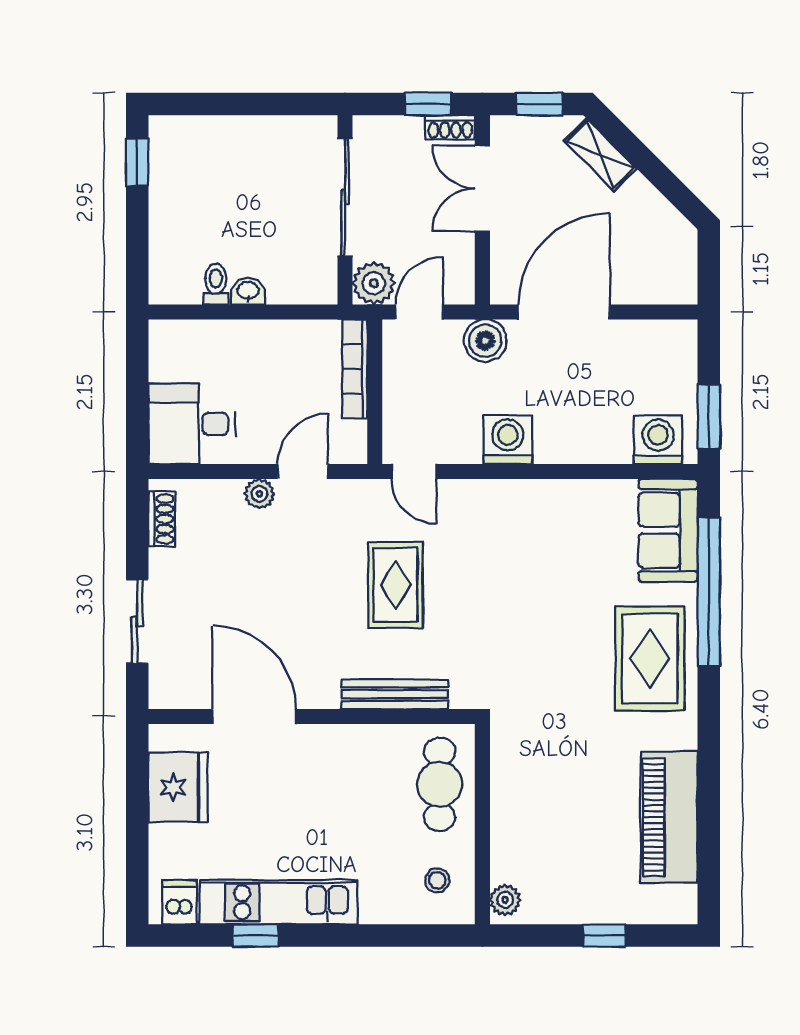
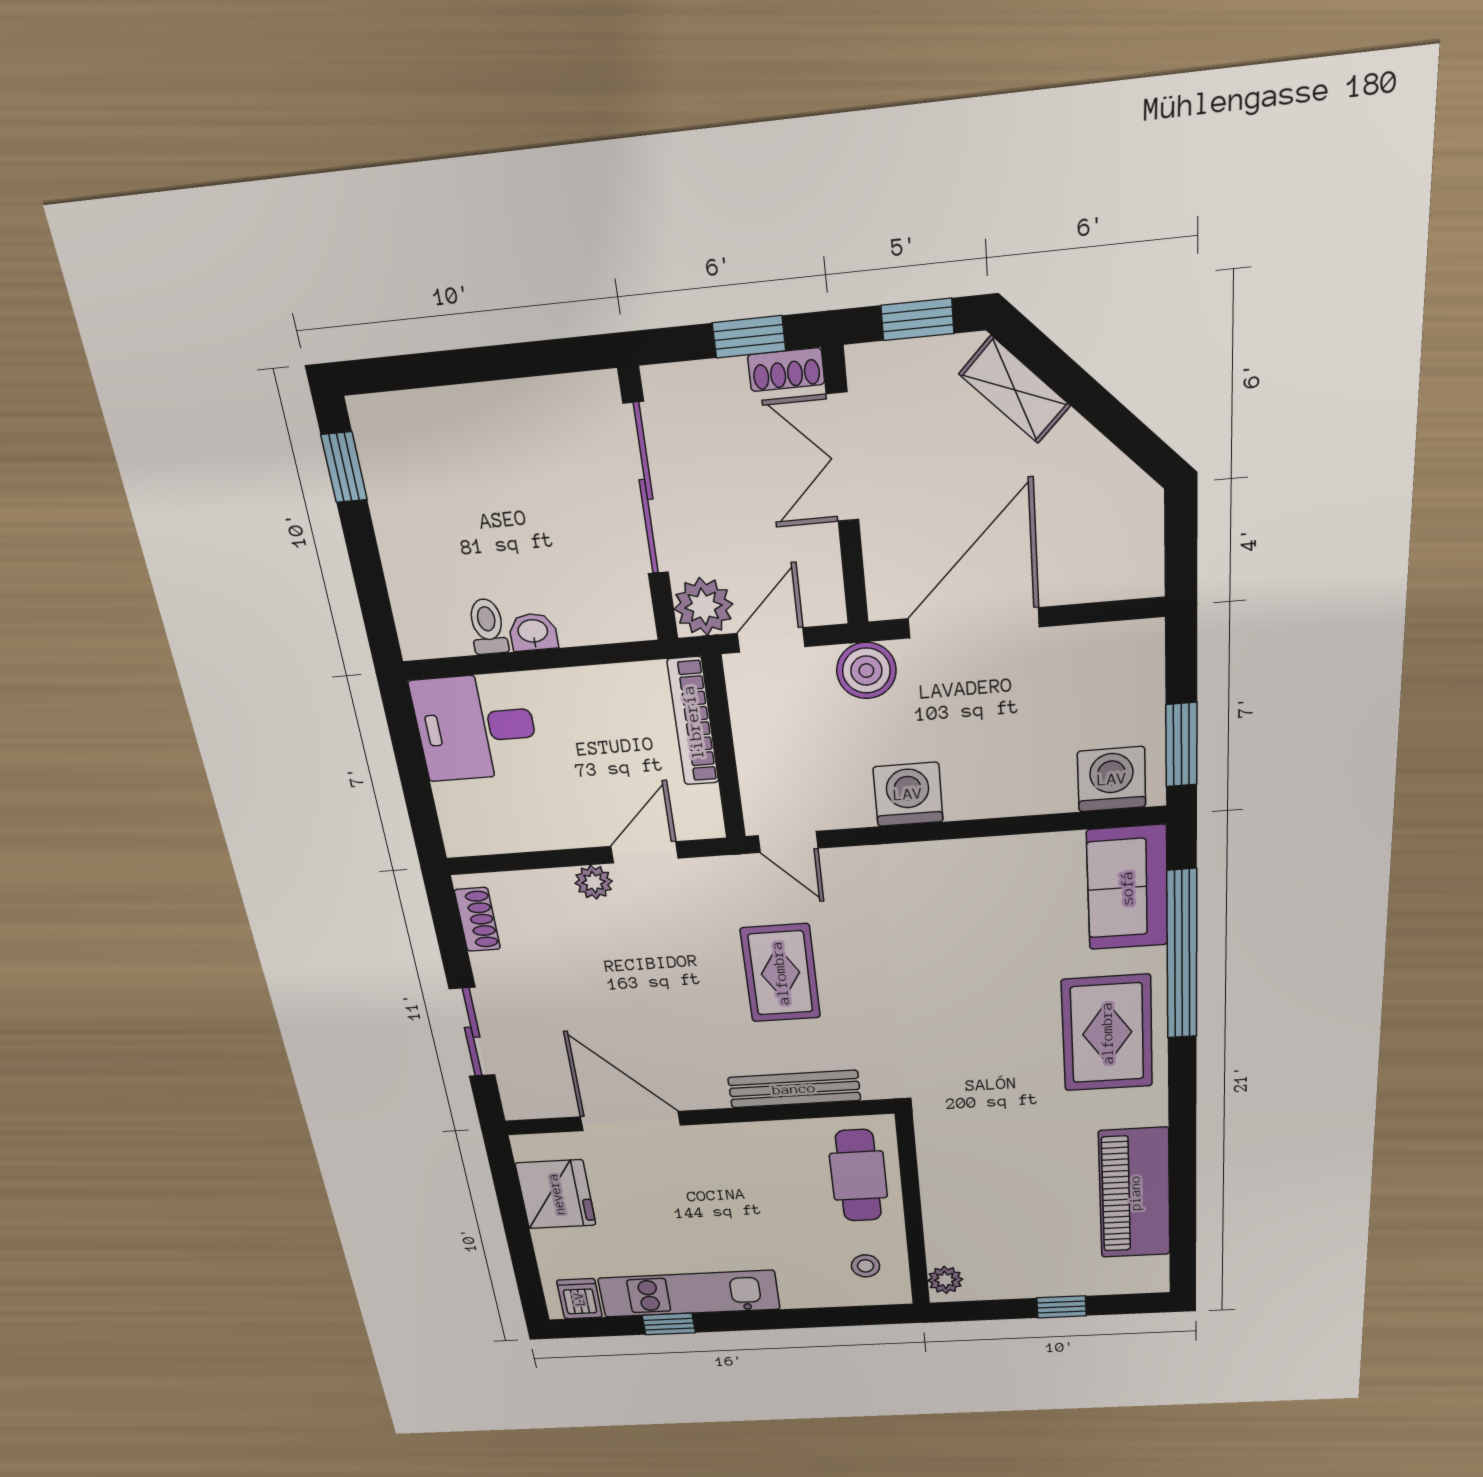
desk: (192, 424) -> (476, 727), moved

